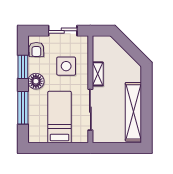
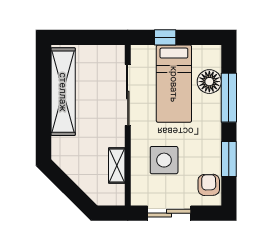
shelving: (98, 74) -> (117, 166), moved
floor lamp: (36, 81) -> (209, 82), moved
window: (65, 148) -> (165, 37), added

